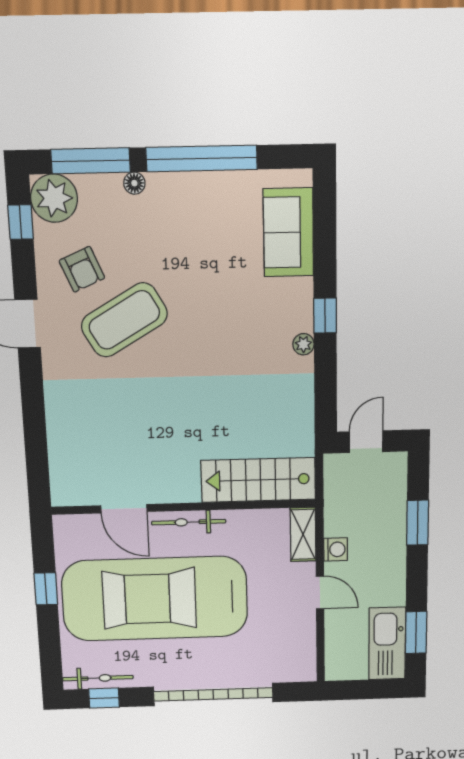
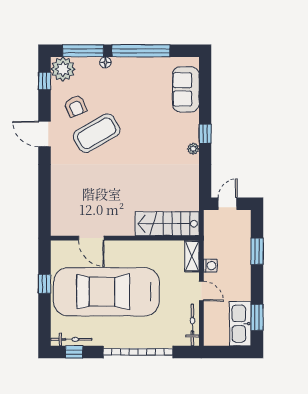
bicycle: (189, 522) -> (192, 325), moved, turned 90

